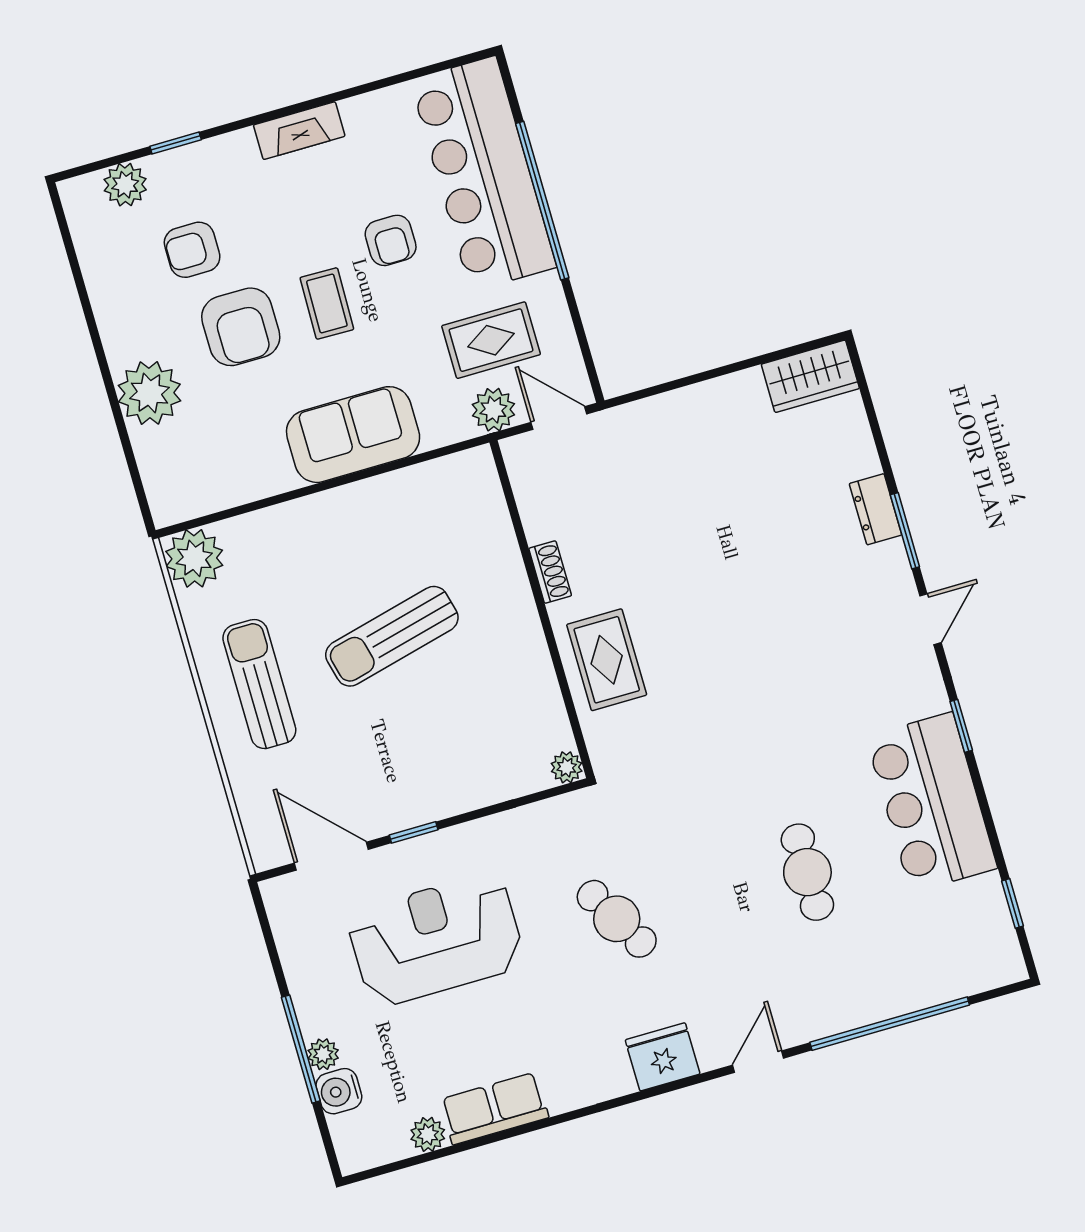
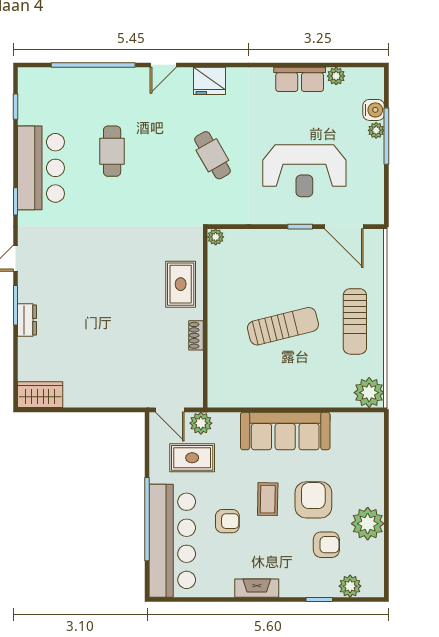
armchair: (391, 240) -> (227, 521), turned 90
plant: (149, 393) -> (368, 524), moved
sofa: (353, 435) -> (285, 431), width x1.36

